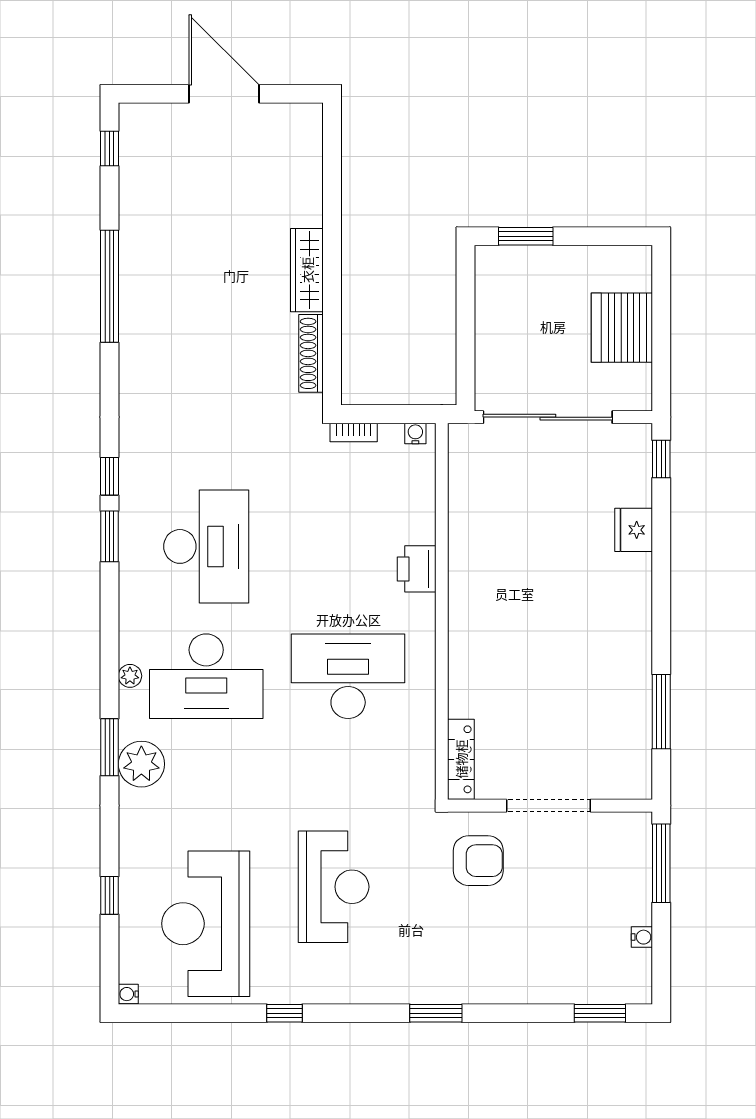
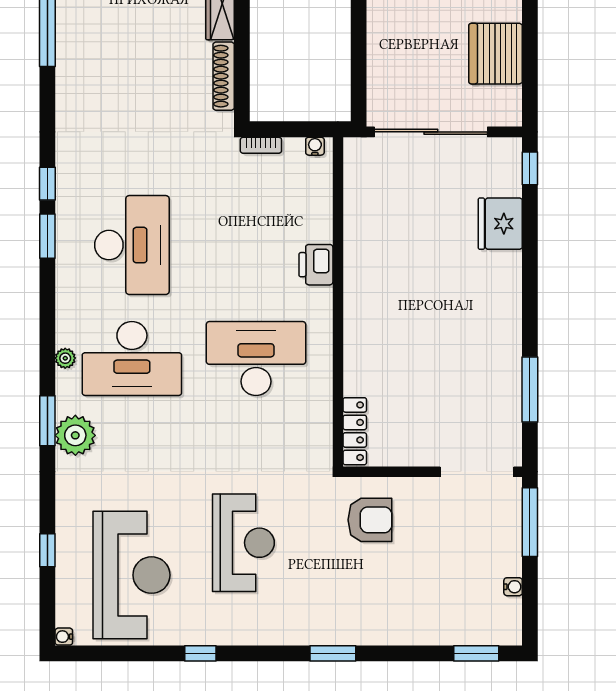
fridge: (634, 530) -> (500, 224), width x1.36, depth x1.34
doorway: (549, 806) -> (477, 472), moved
reception desk: (206, 924) -> (132, 575), turned 180

